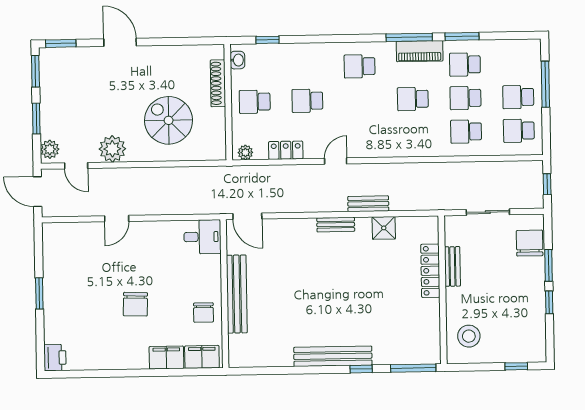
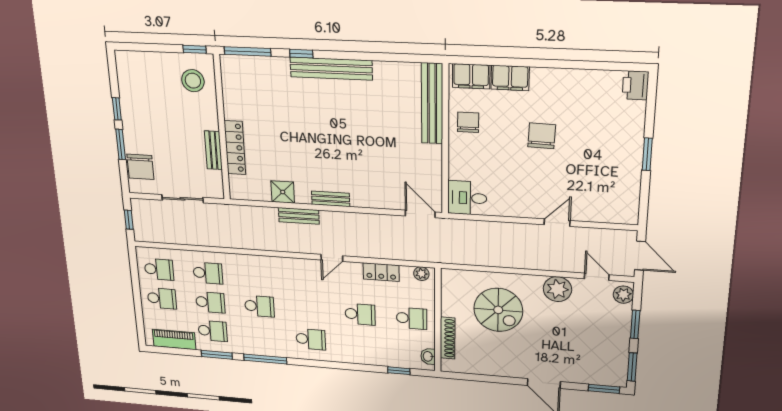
piano: (420, 51) -> (174, 339), moved
window: (545, 84) -> (138, 307), removed
bench: (237, 294) -> (432, 104), moved
window: (516, 366) -> (195, 49), moved

